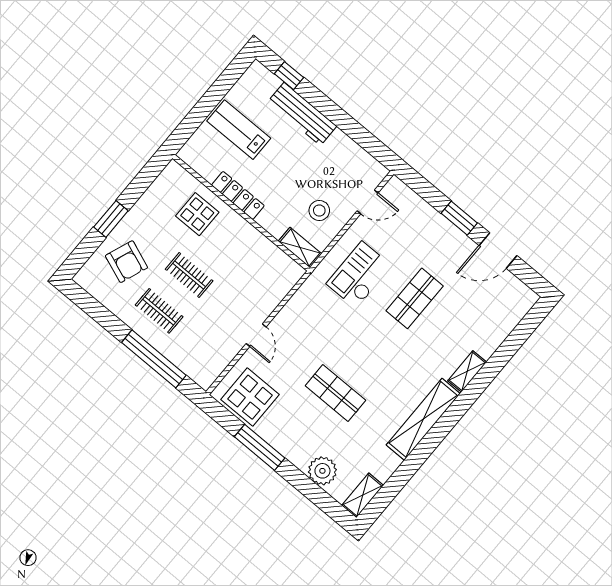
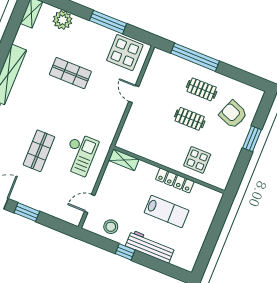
window: (289, 76) -> (125, 252), moved
lab bench: (239, 130) -> (167, 212), moved
stool: (319, 210) -> (111, 227), moved

